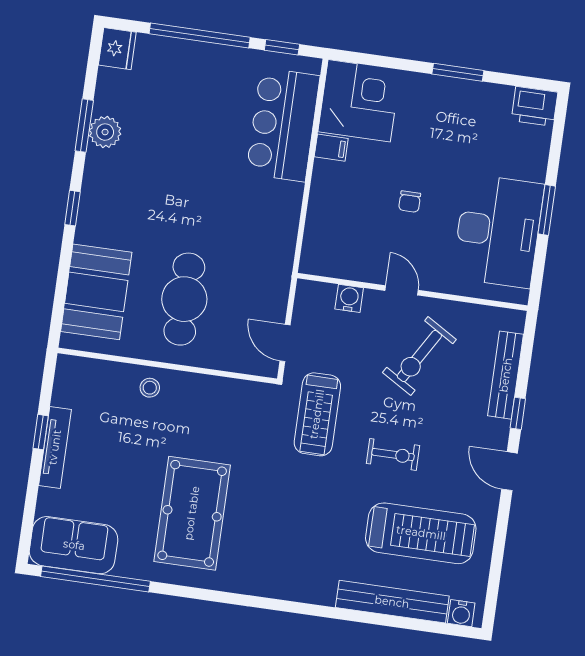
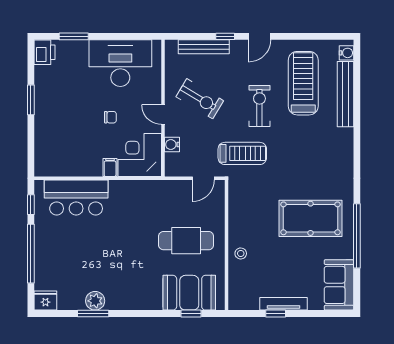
corner desk: (359, 101) -> (140, 155), moved
filing cabinet: (331, 148) -> (110, 167), moved
window: (72, 208) -> (191, 314), moved
window: (547, 210) -> (74, 36), moved
door: (402, 290) -> (163, 114), hinge flipped
exercise bike: (393, 454) -> (259, 106), width x1.38, depth x1.39
window: (95, 579) -> (357, 236), moved

